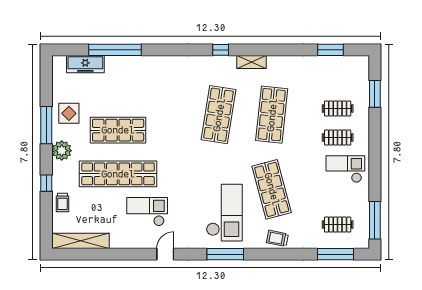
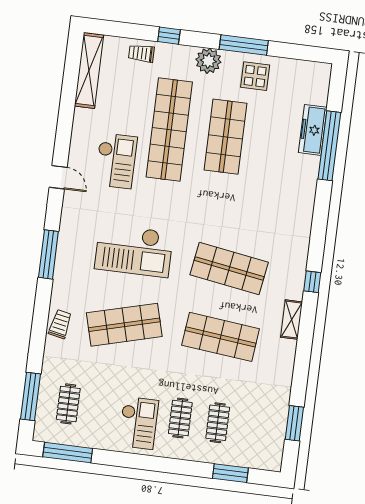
freezer: (85, 64) -> (313, 130), moved
checkout: (224, 213) -> (134, 250), moved

